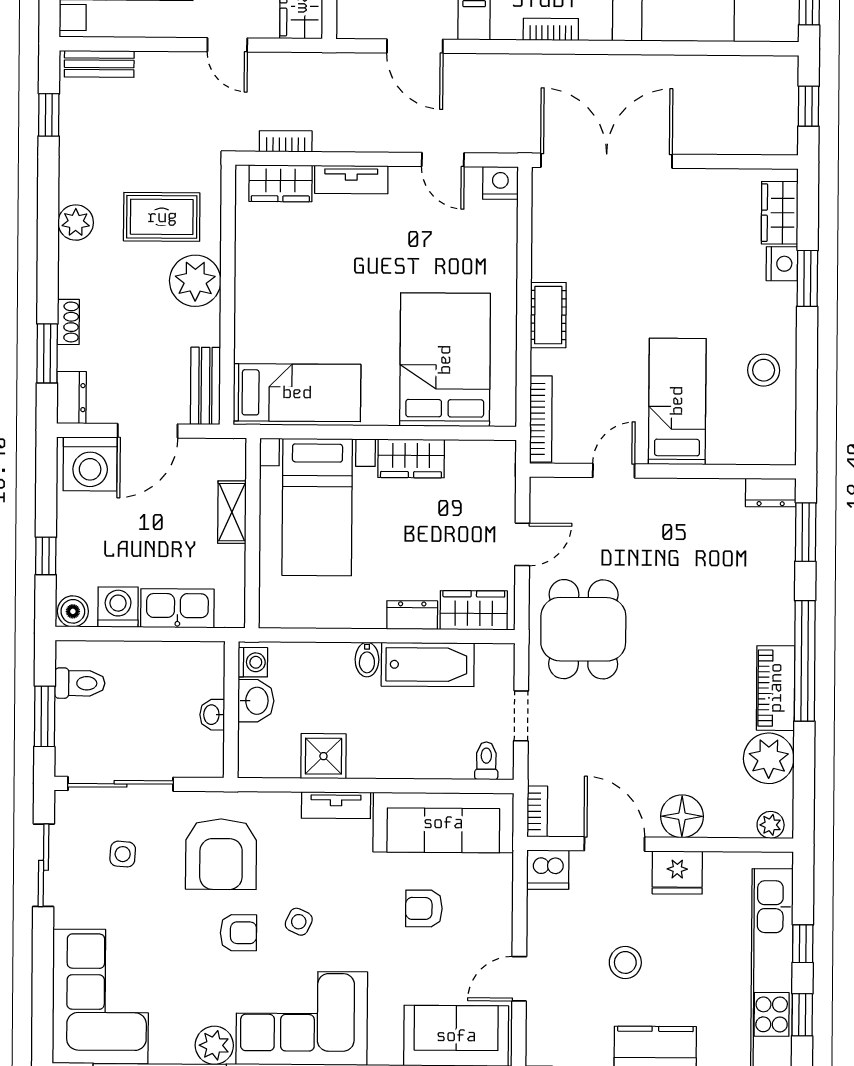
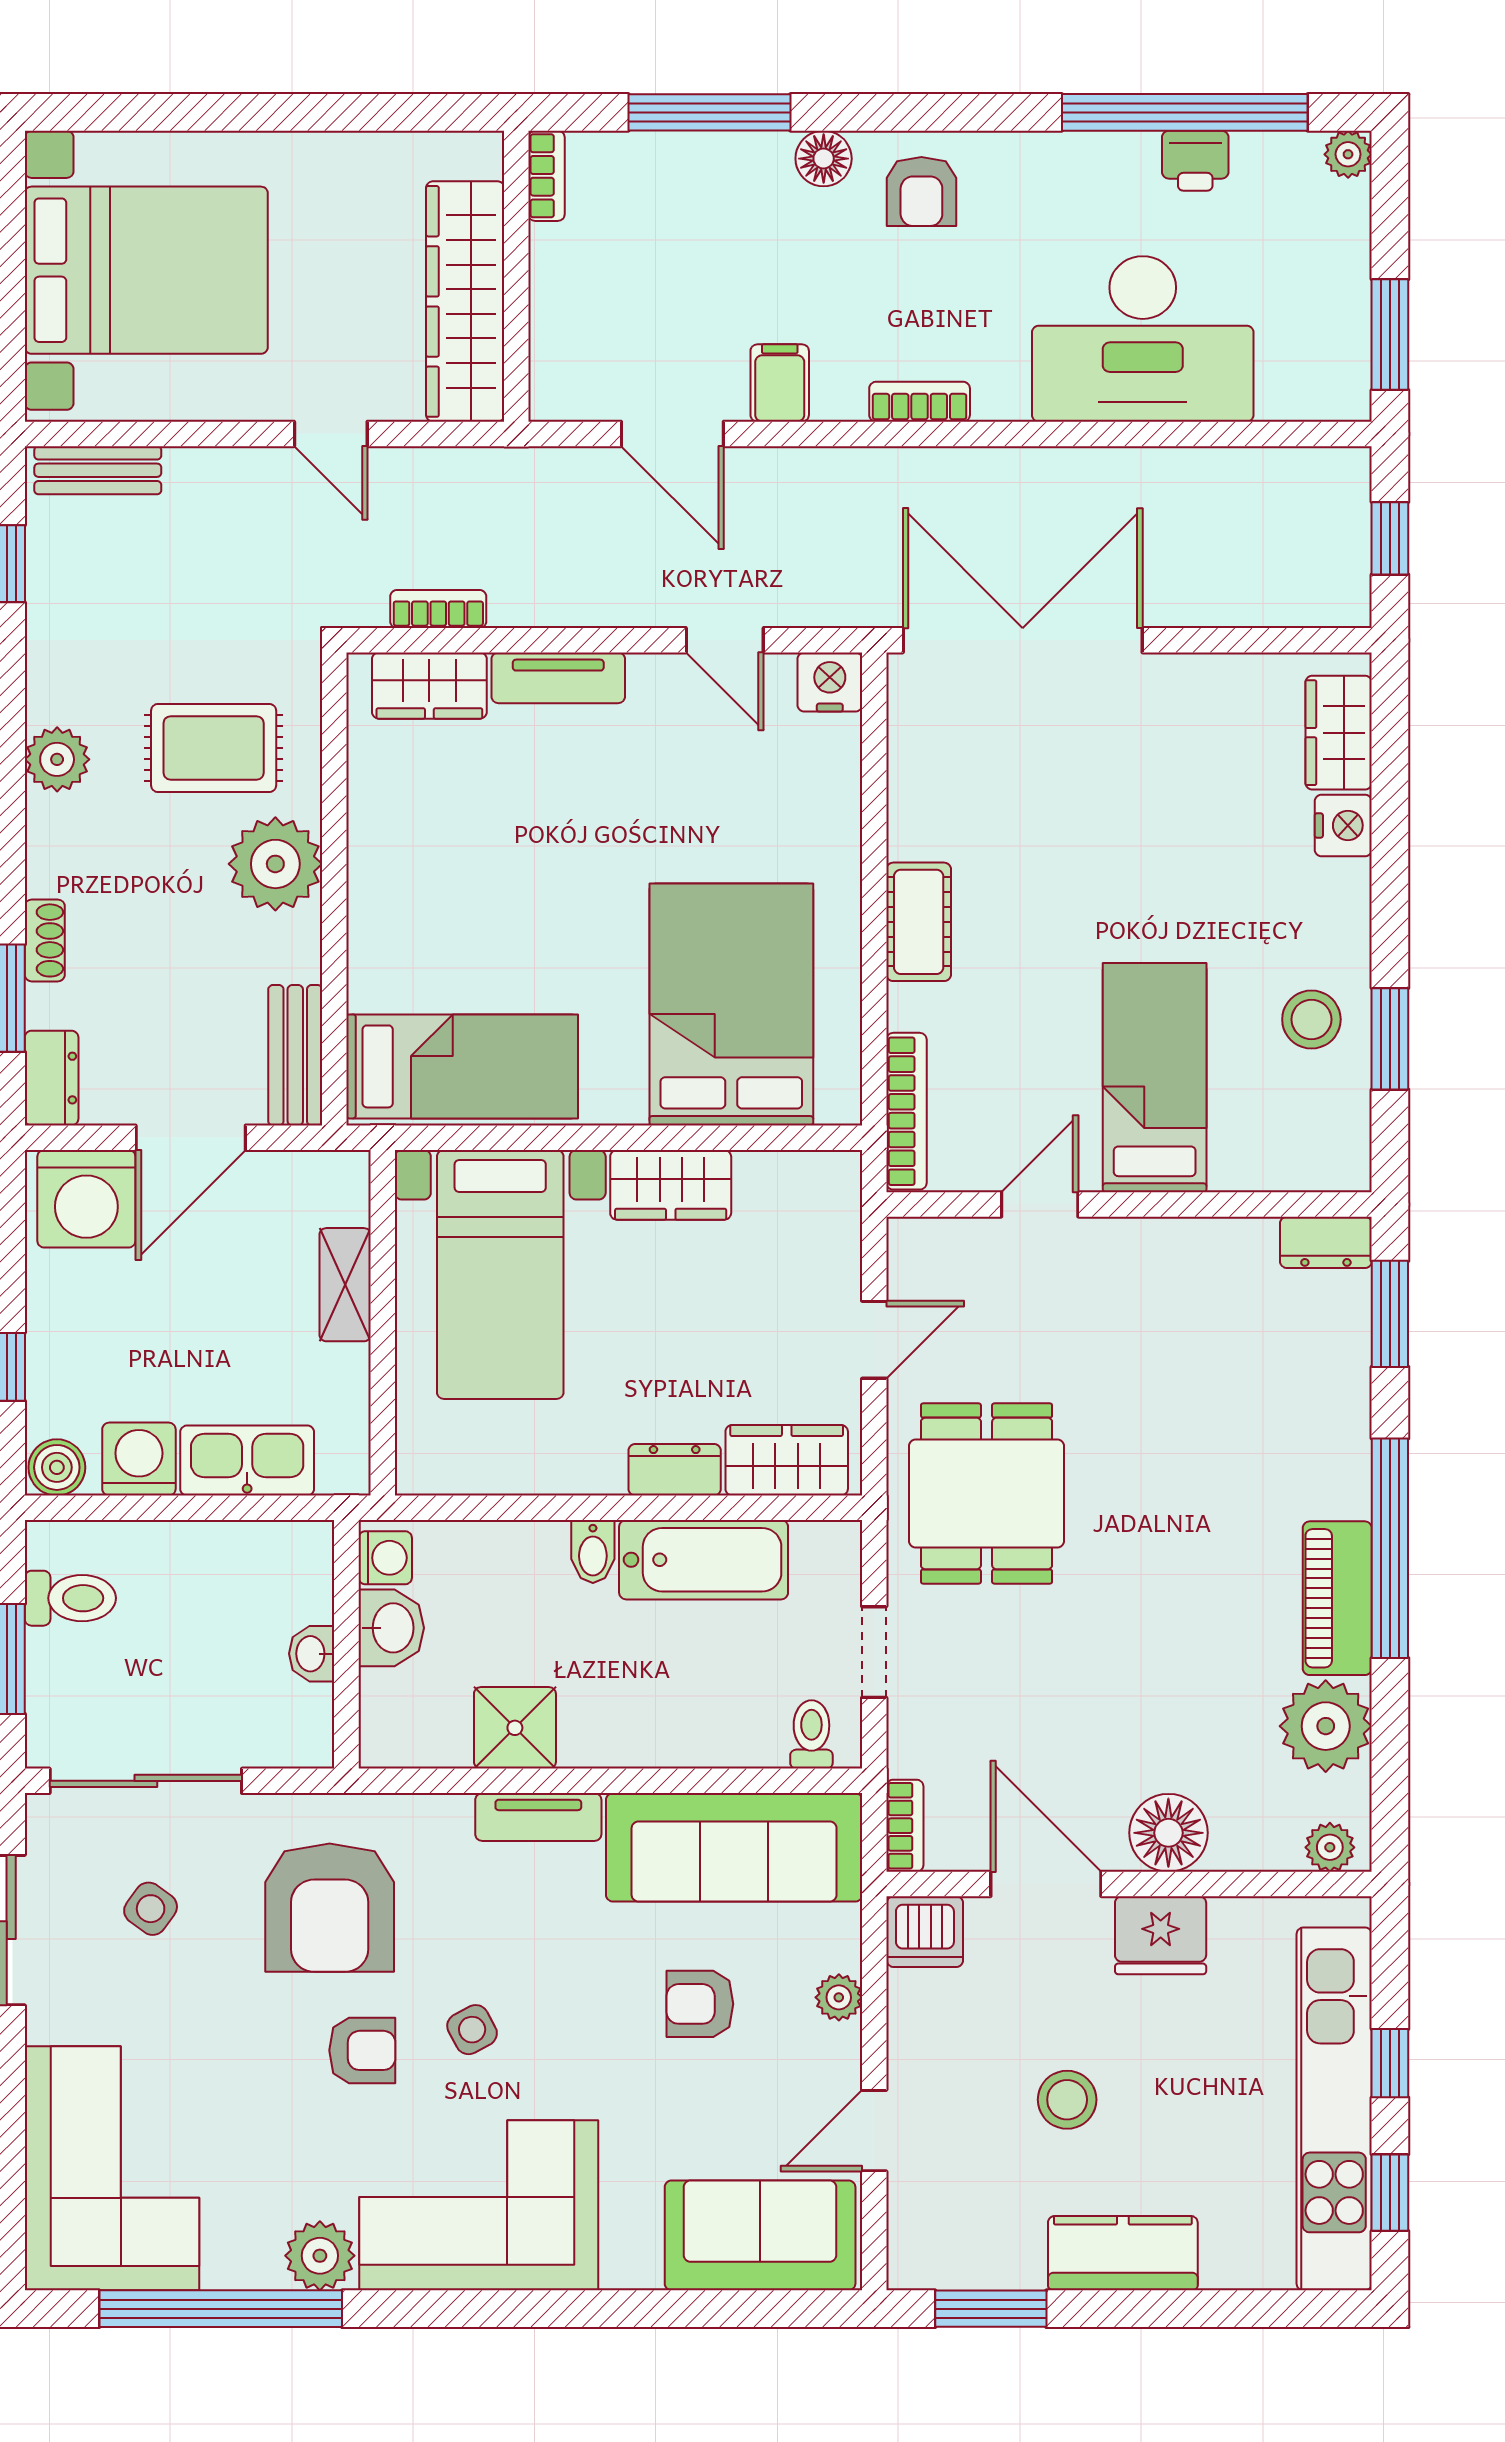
window: (807, 278) -> (1390, 1039), moved
side table: (123, 854) -> (151, 1909), turned 32
plant: (500, 905) -> (839, 1997), added
side table: (299, 922) -> (472, 2030), turned 37

